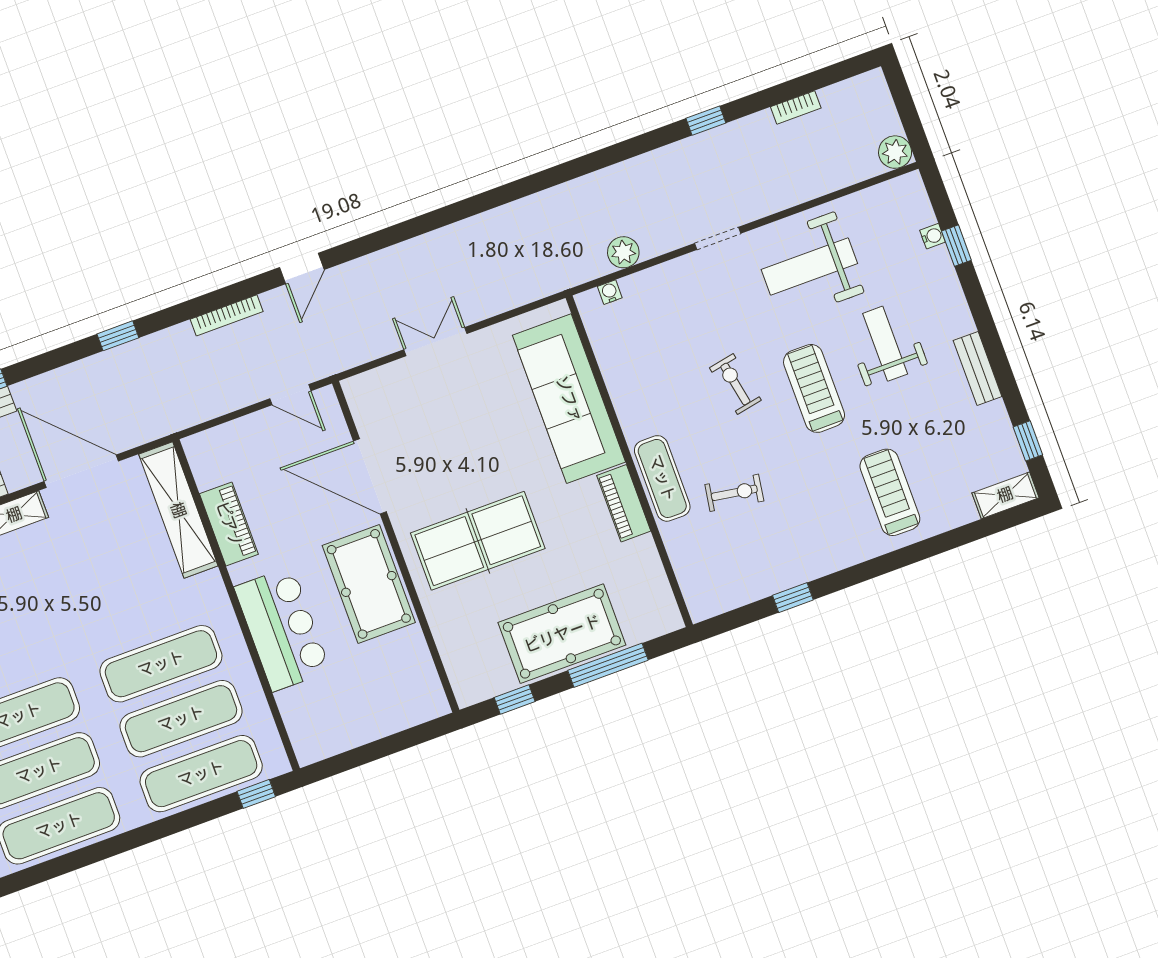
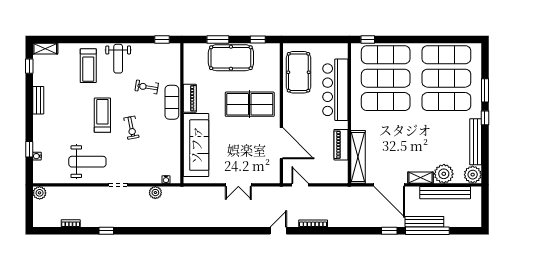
window: (118, 336) -> (389, 231), moved
weight bench: (885, 344) -> (118, 59), moved
treadmill: (814, 388) -> (102, 115), turned 180
pool table: (369, 584) -> (298, 72), moved
window: (793, 598) -> (162, 40), moved
bar counter: (282, 629) -> (335, 90), width x1.36
window: (608, 665) -> (218, 40), width x0.69

